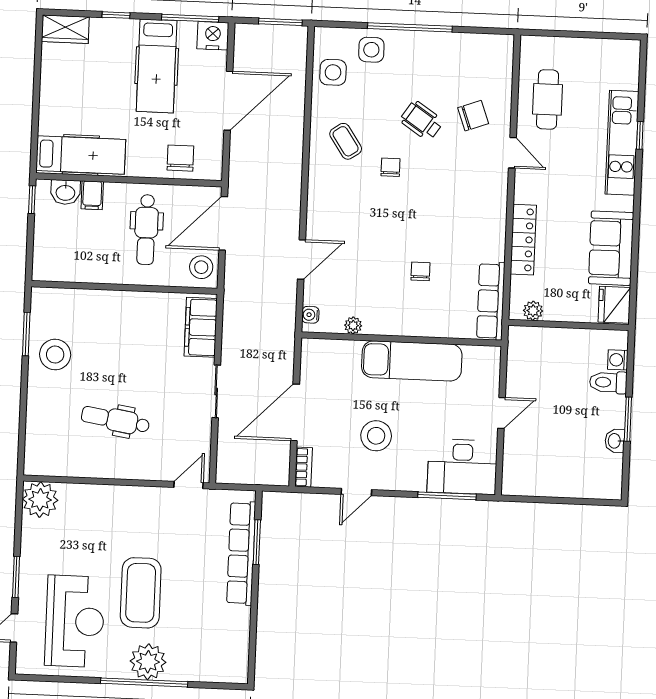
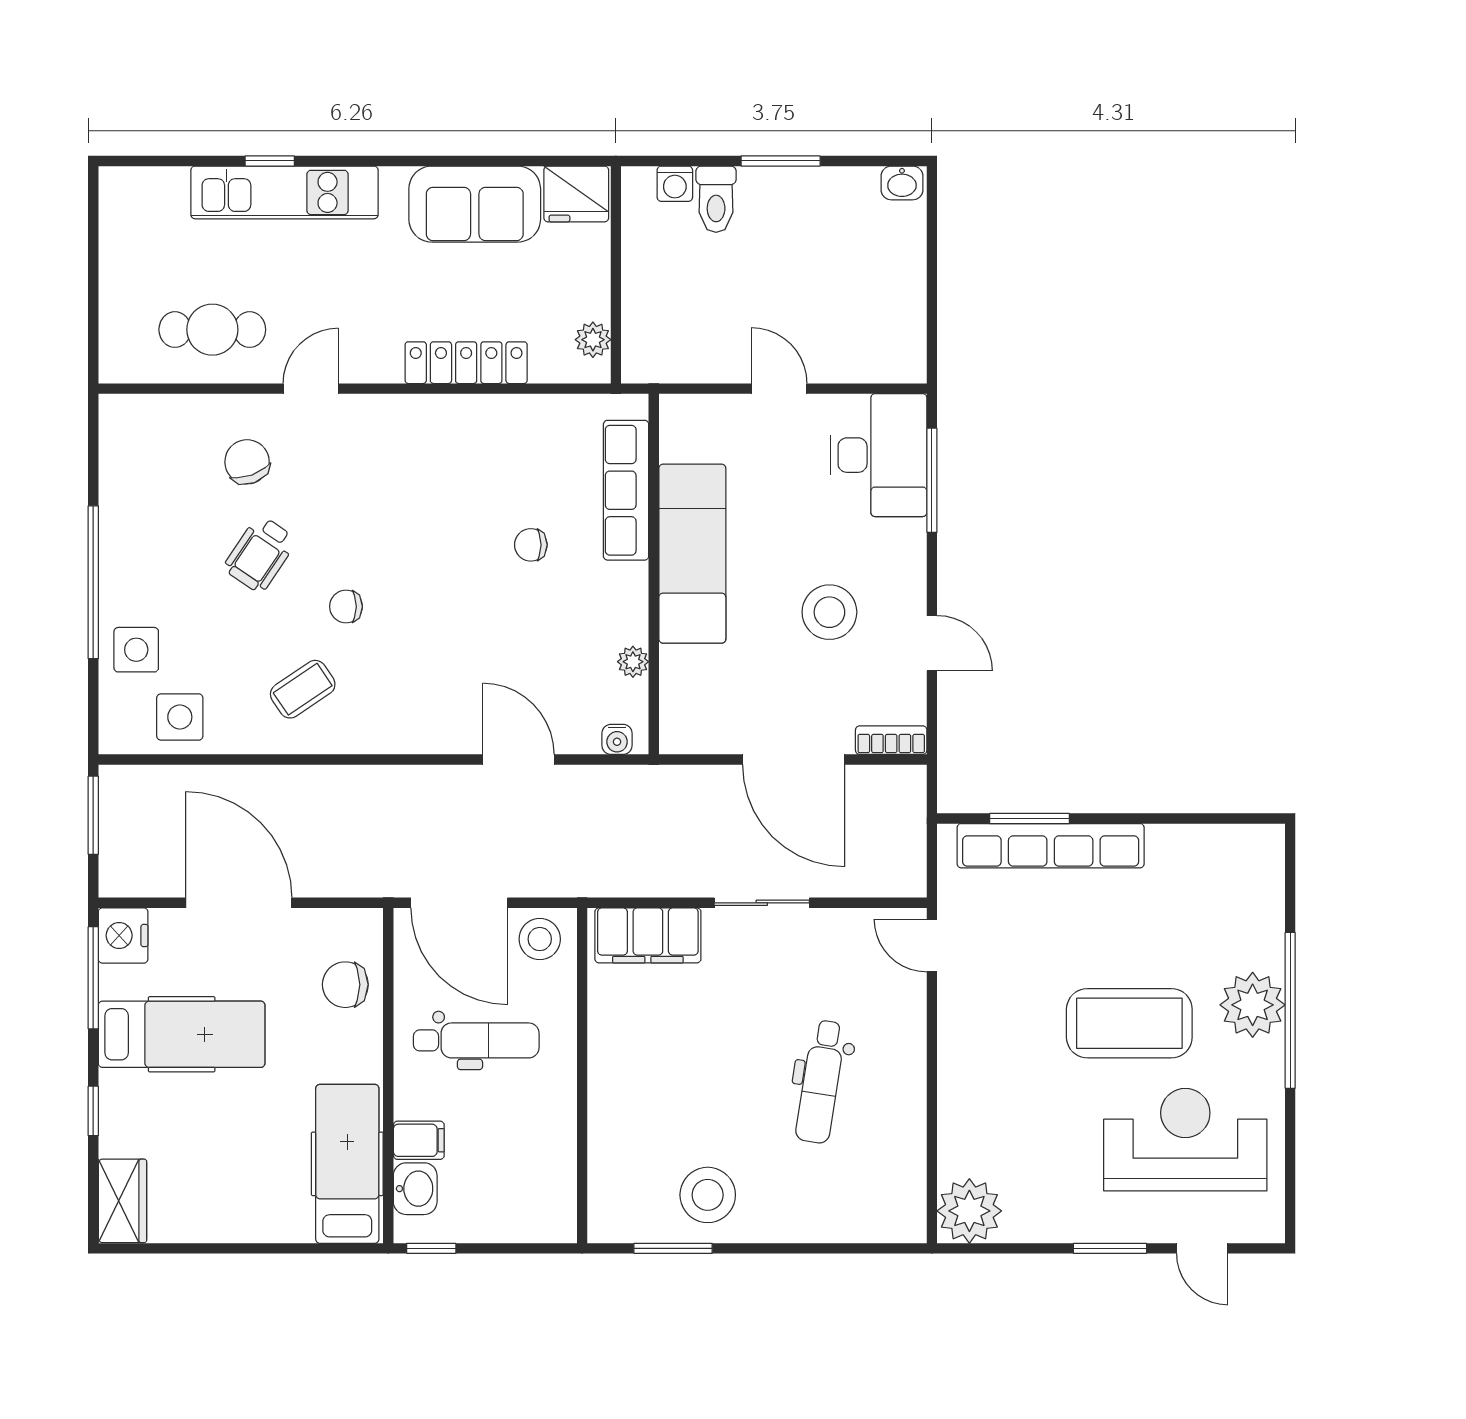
row of seats: (491, 301) -> (626, 490), moved, turned 90
washbasin: (615, 441) -> (902, 183), moved

